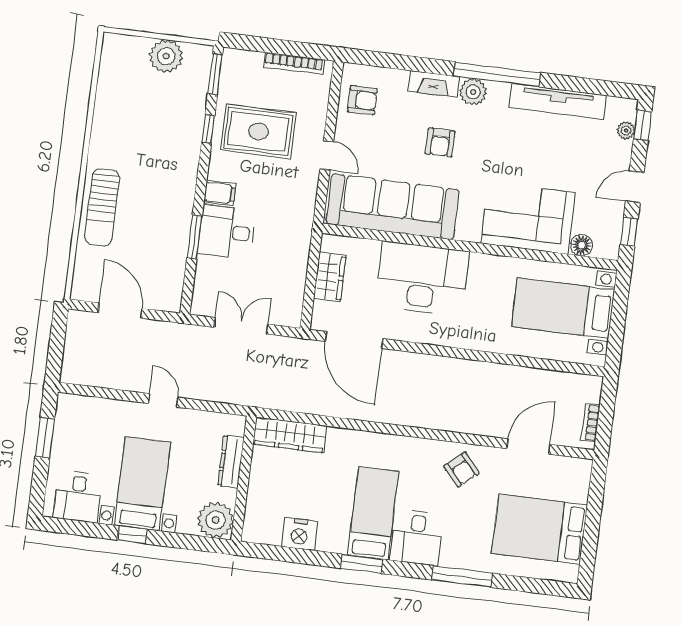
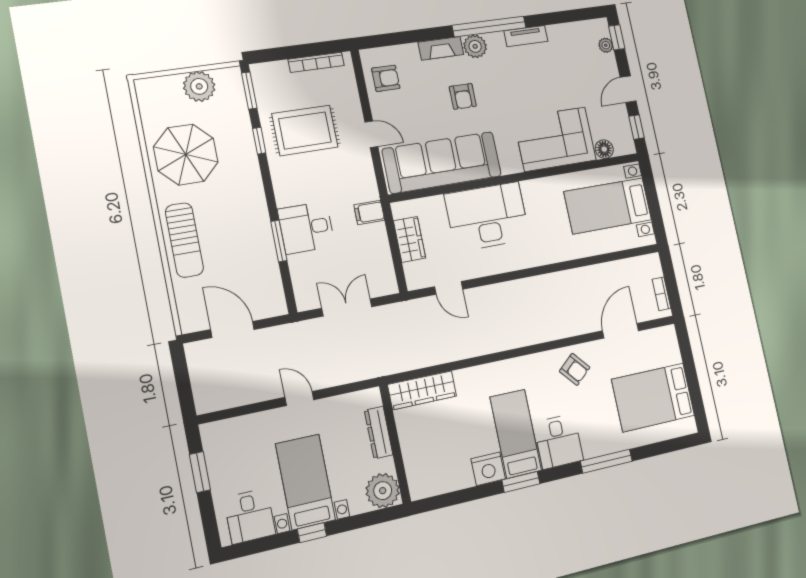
tv unit: (558, 101) -> (526, 36), width x0.52, depth x0.78
parasol: (131, 122) -> (186, 155), added
filing cabinet: (220, 193) -> (369, 212), moved, turned 180
door: (354, 340) -> (449, 288), width x0.53
nightstand: (299, 534) -> (488, 469), moved

